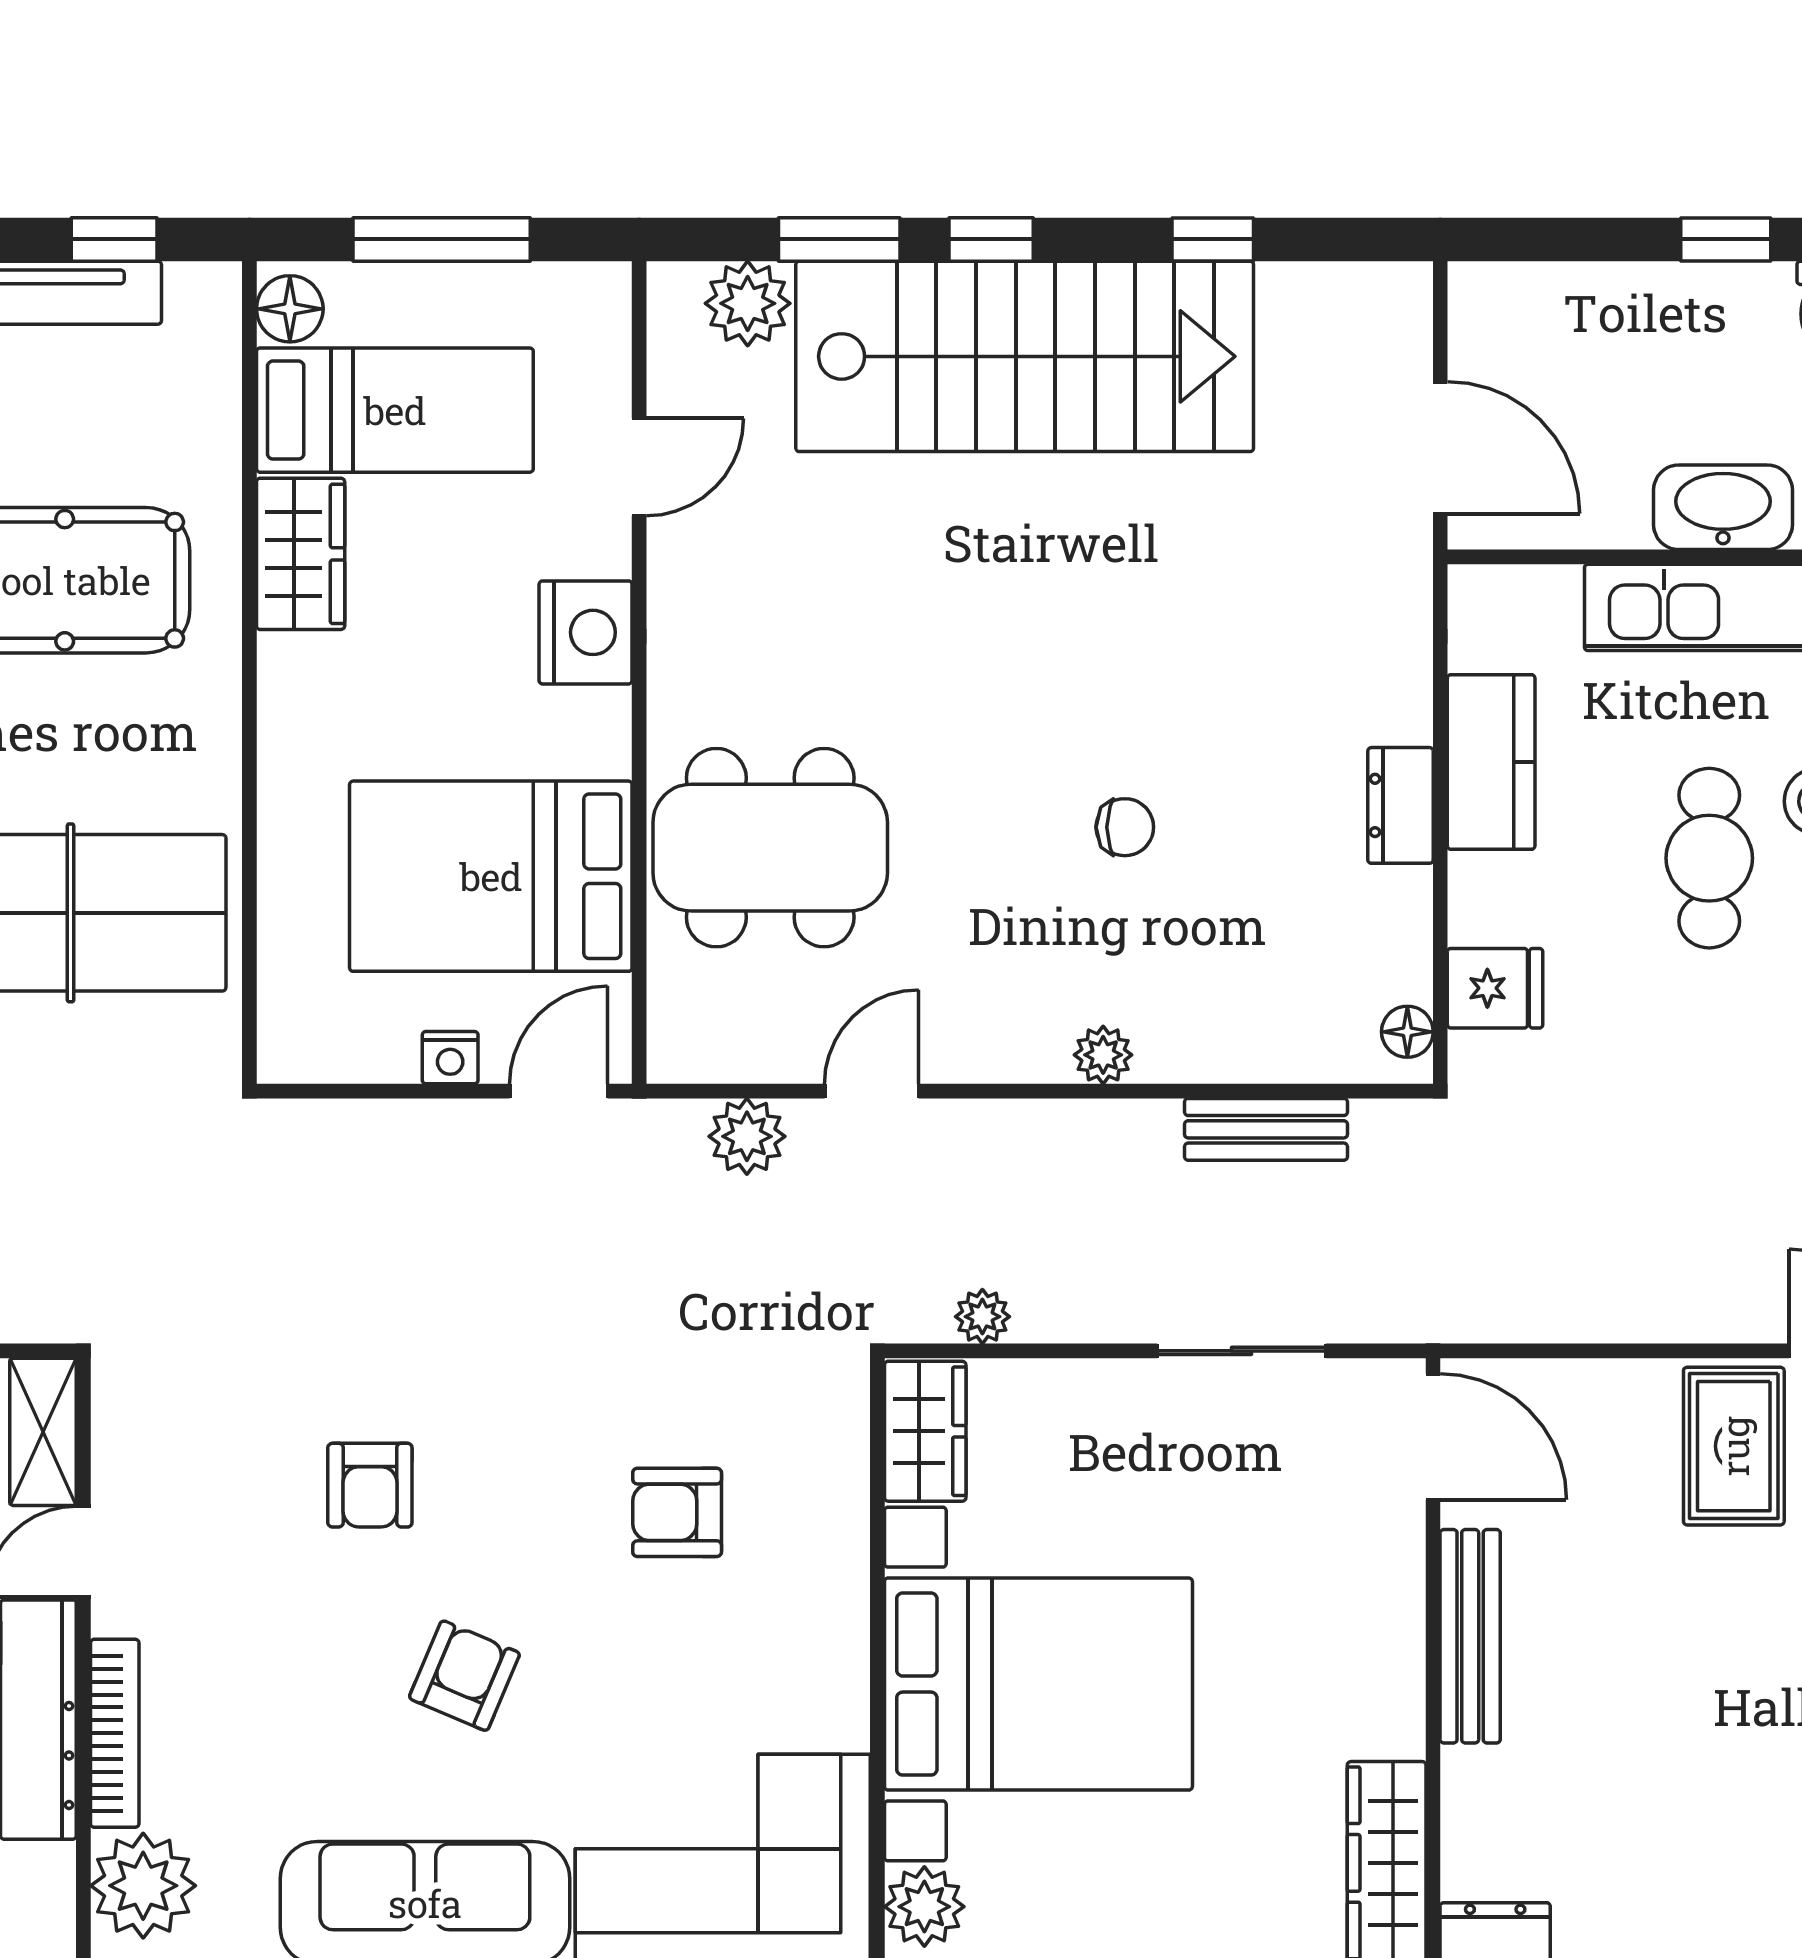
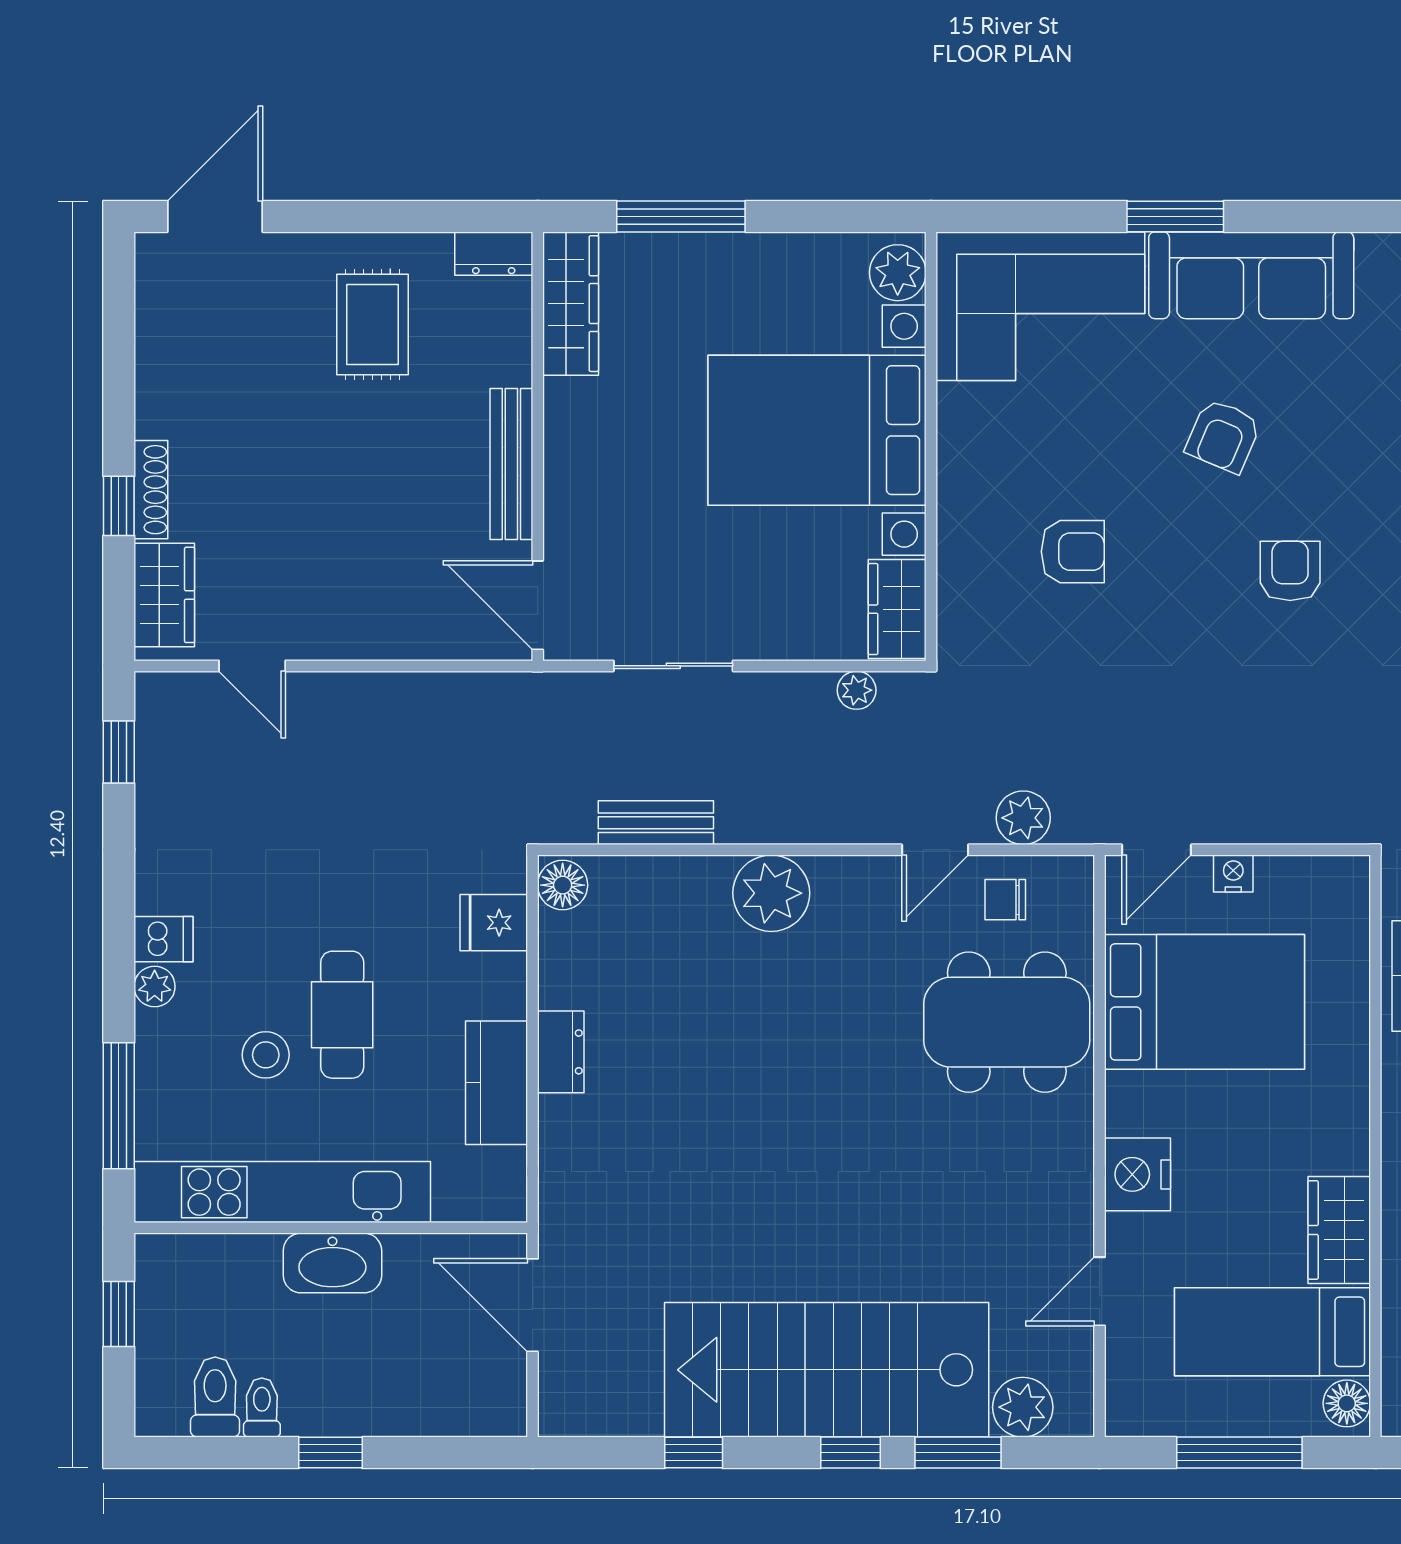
chair: (1125, 827) -> (1005, 900), moved
floor lamp: (1407, 1032) -> (563, 885), width x1.37, depth x1.37
plant: (1103, 1055) -> (771, 893), width x1.88, depth x1.88
rug: (1734, 1446) -> (373, 325), moved

